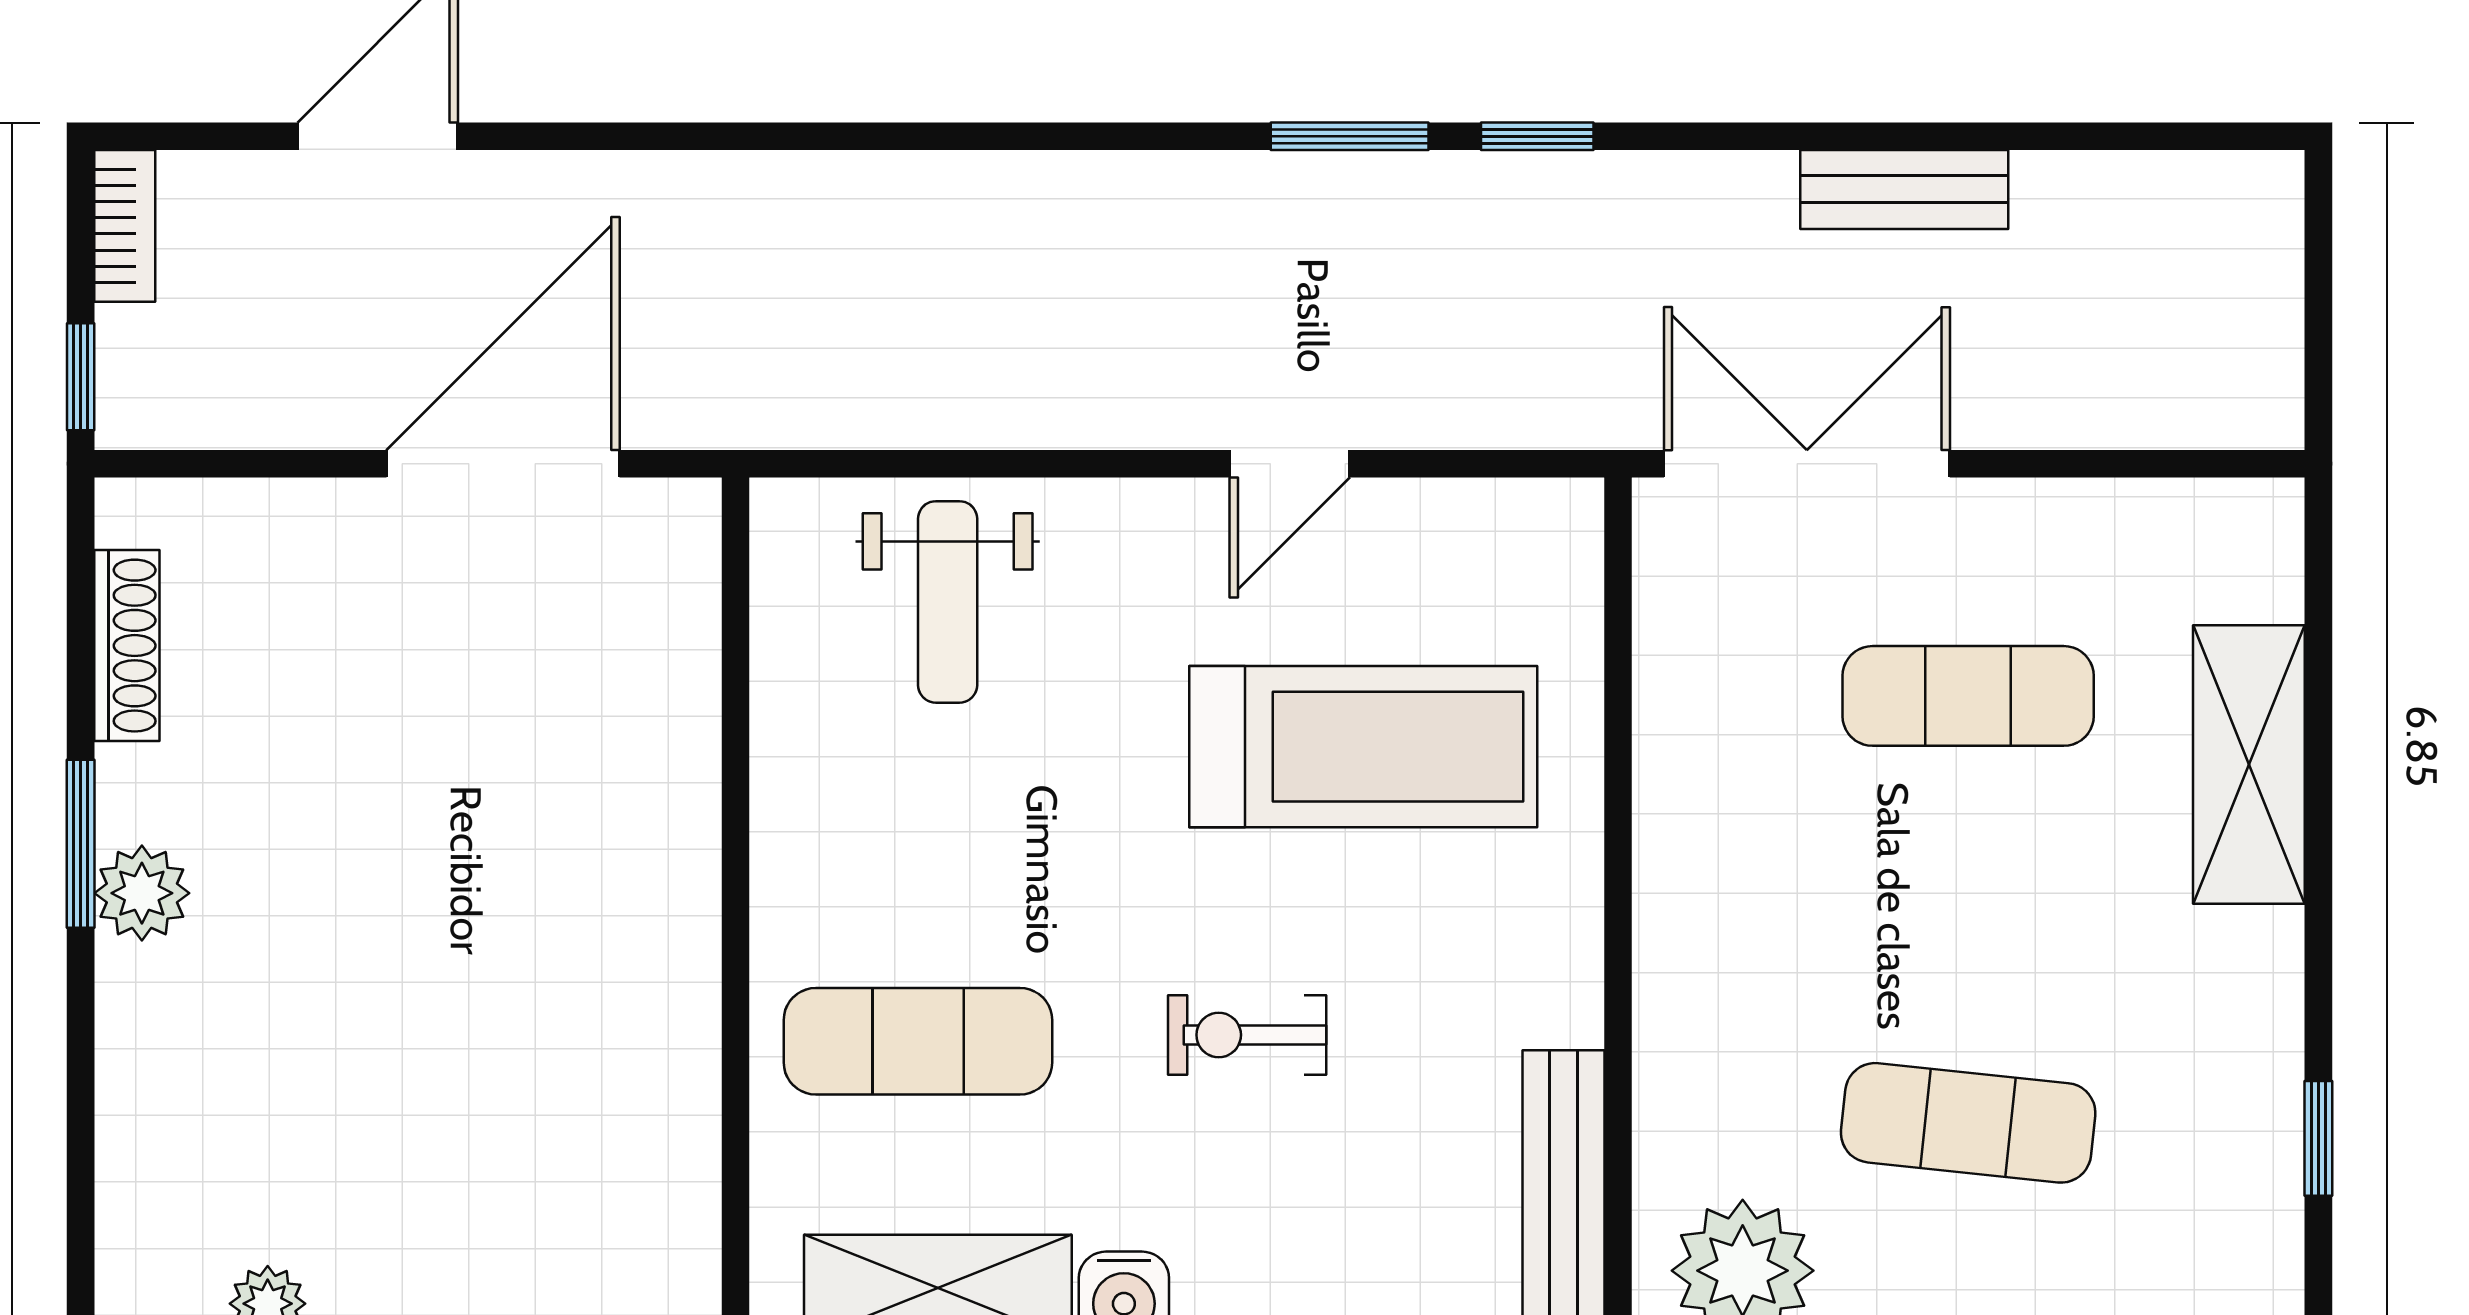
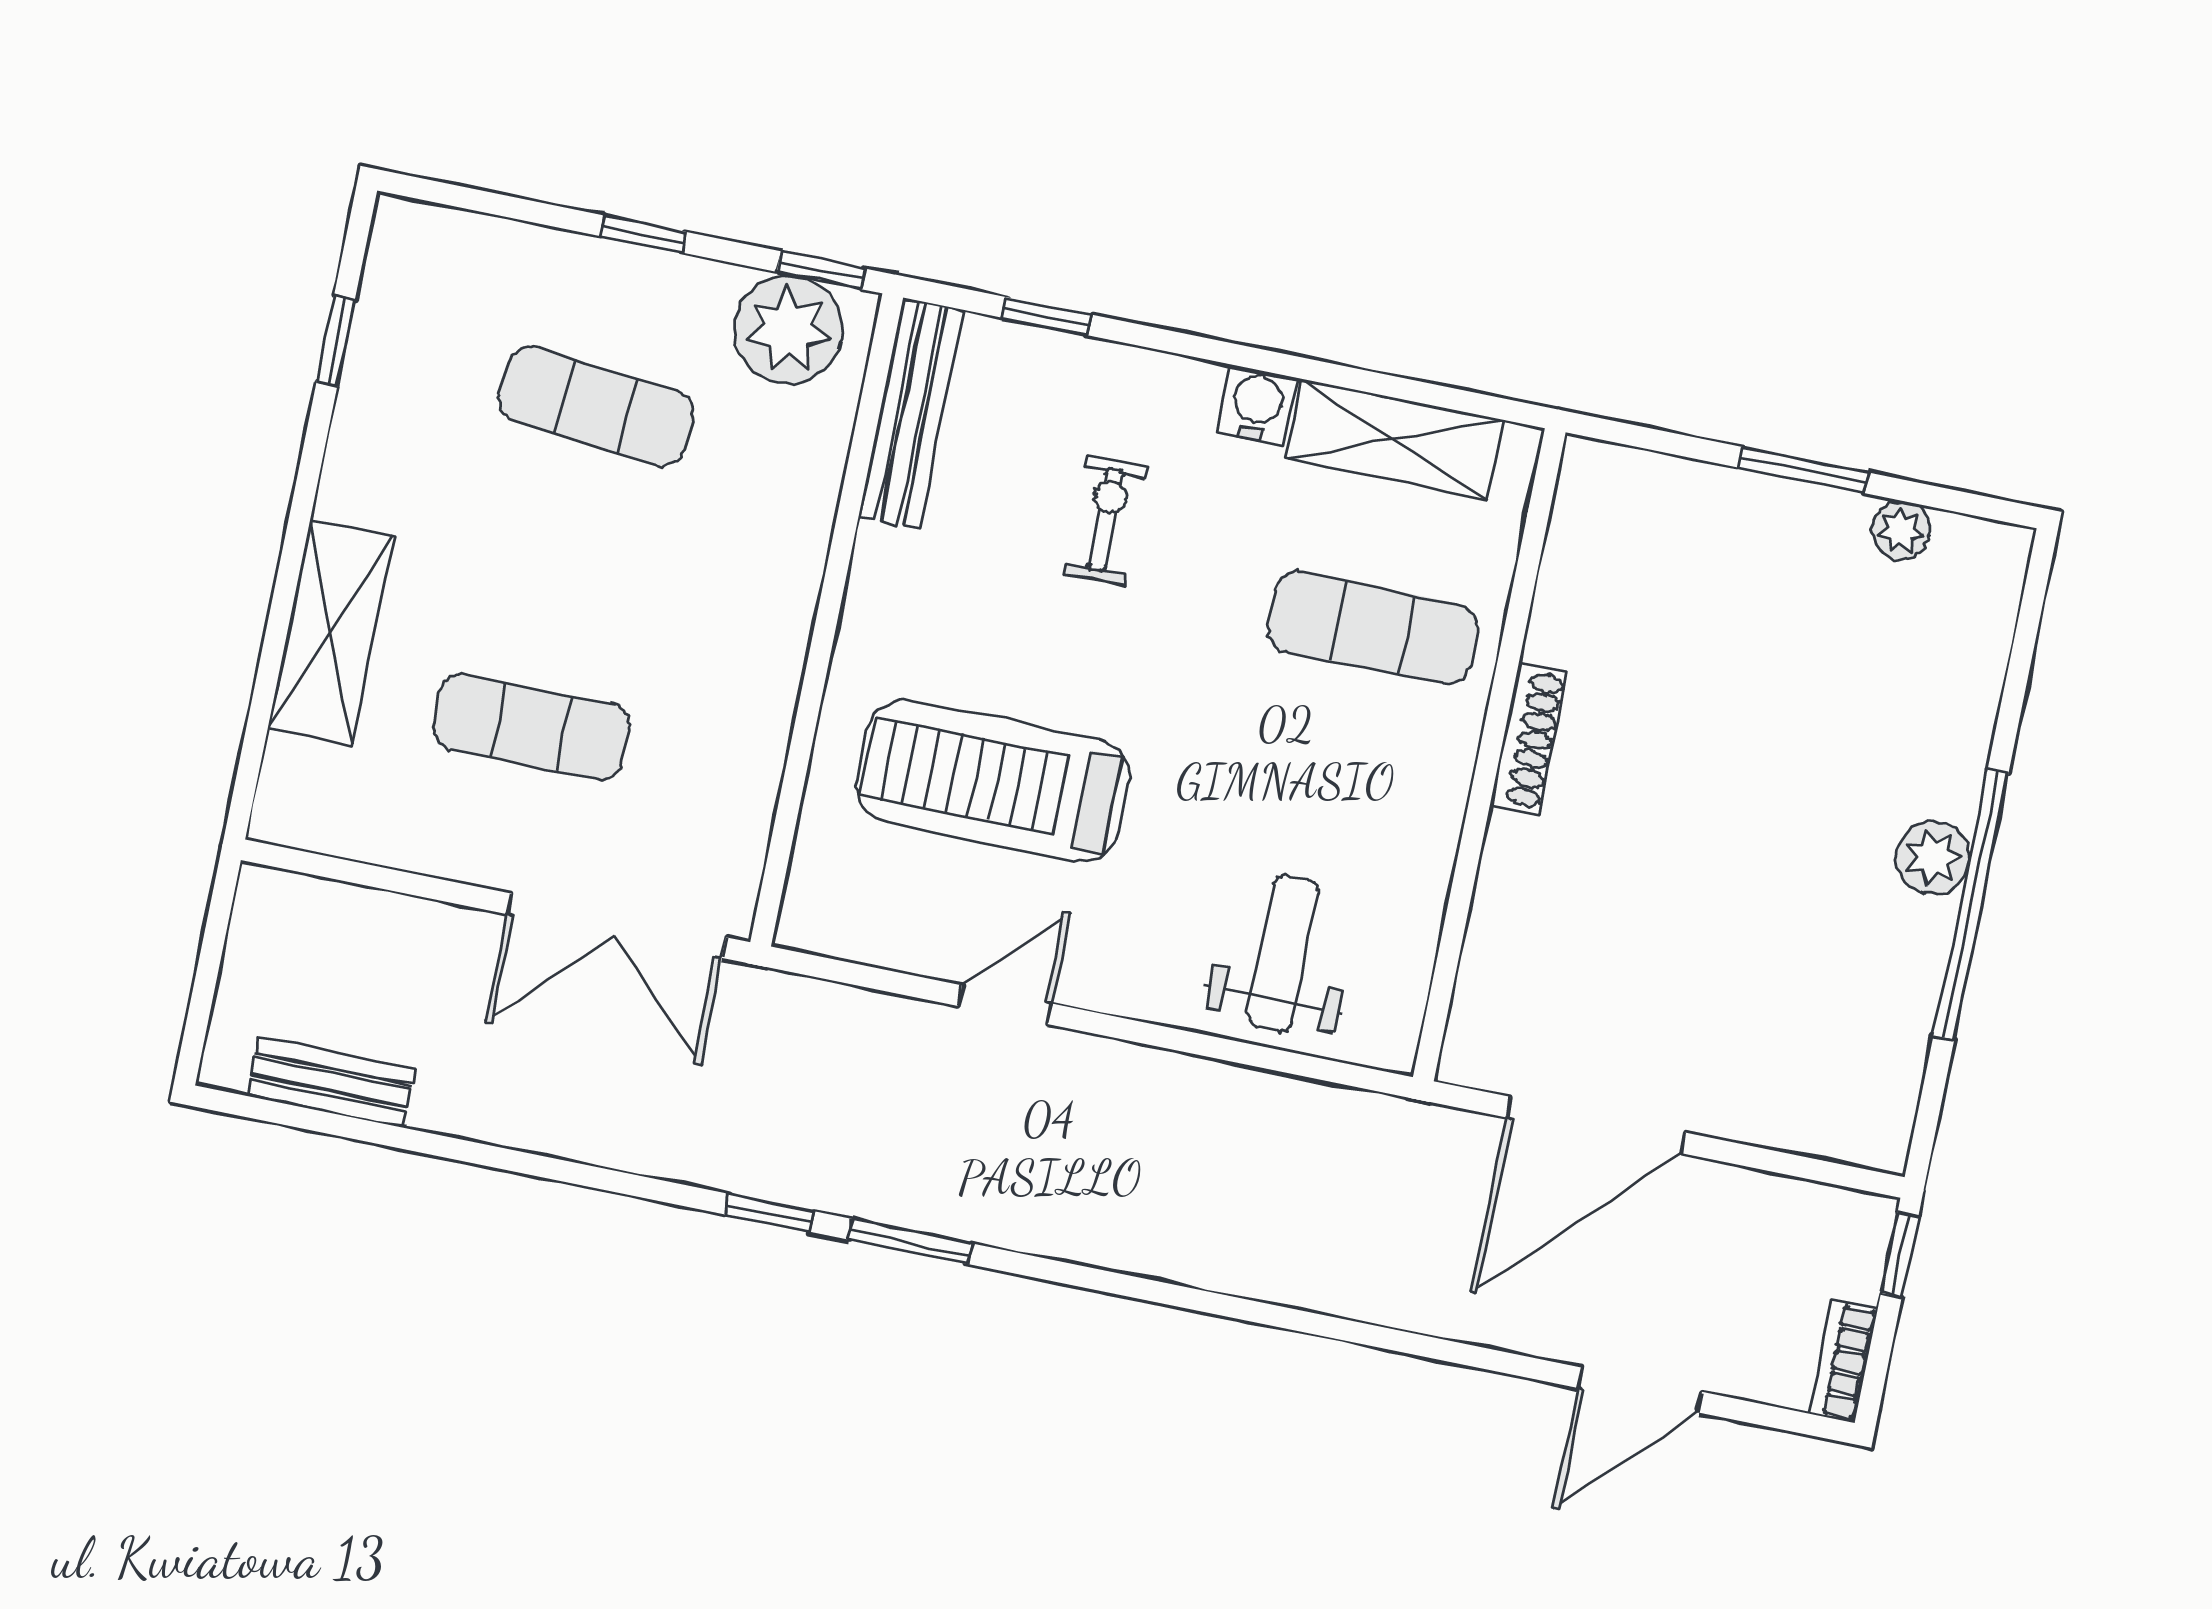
bench: (1904, 189) -> (331, 1082), moved
shoe rack: (127, 646) -> (1529, 739), moved, turned 180
window: (81, 844) -> (1971, 904), width x2.11
exercise bike: (1247, 1035) -> (1106, 520), moved, turned -90

